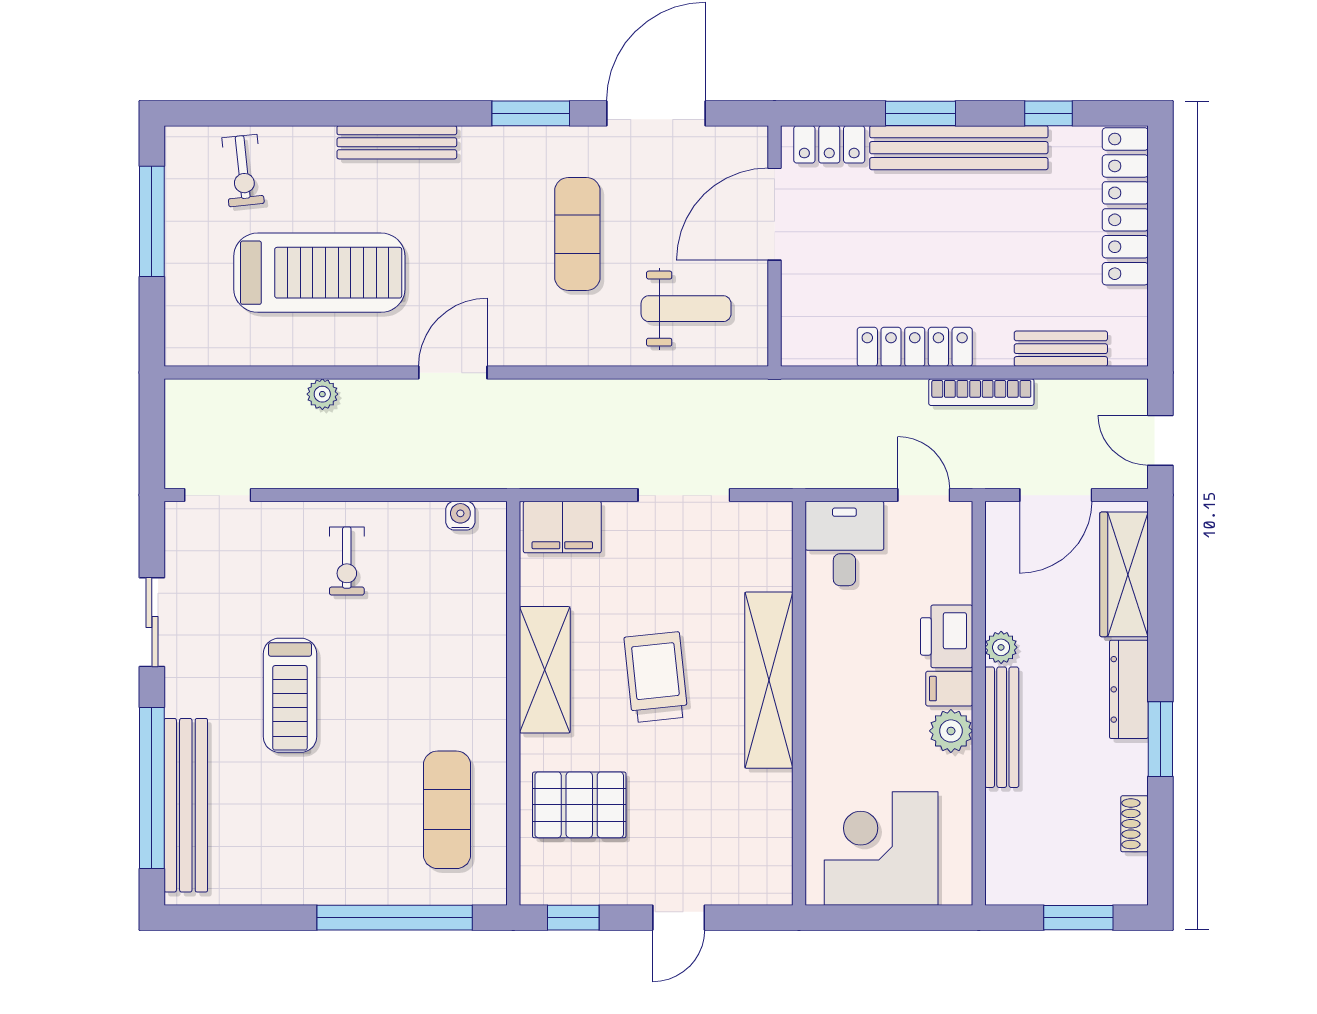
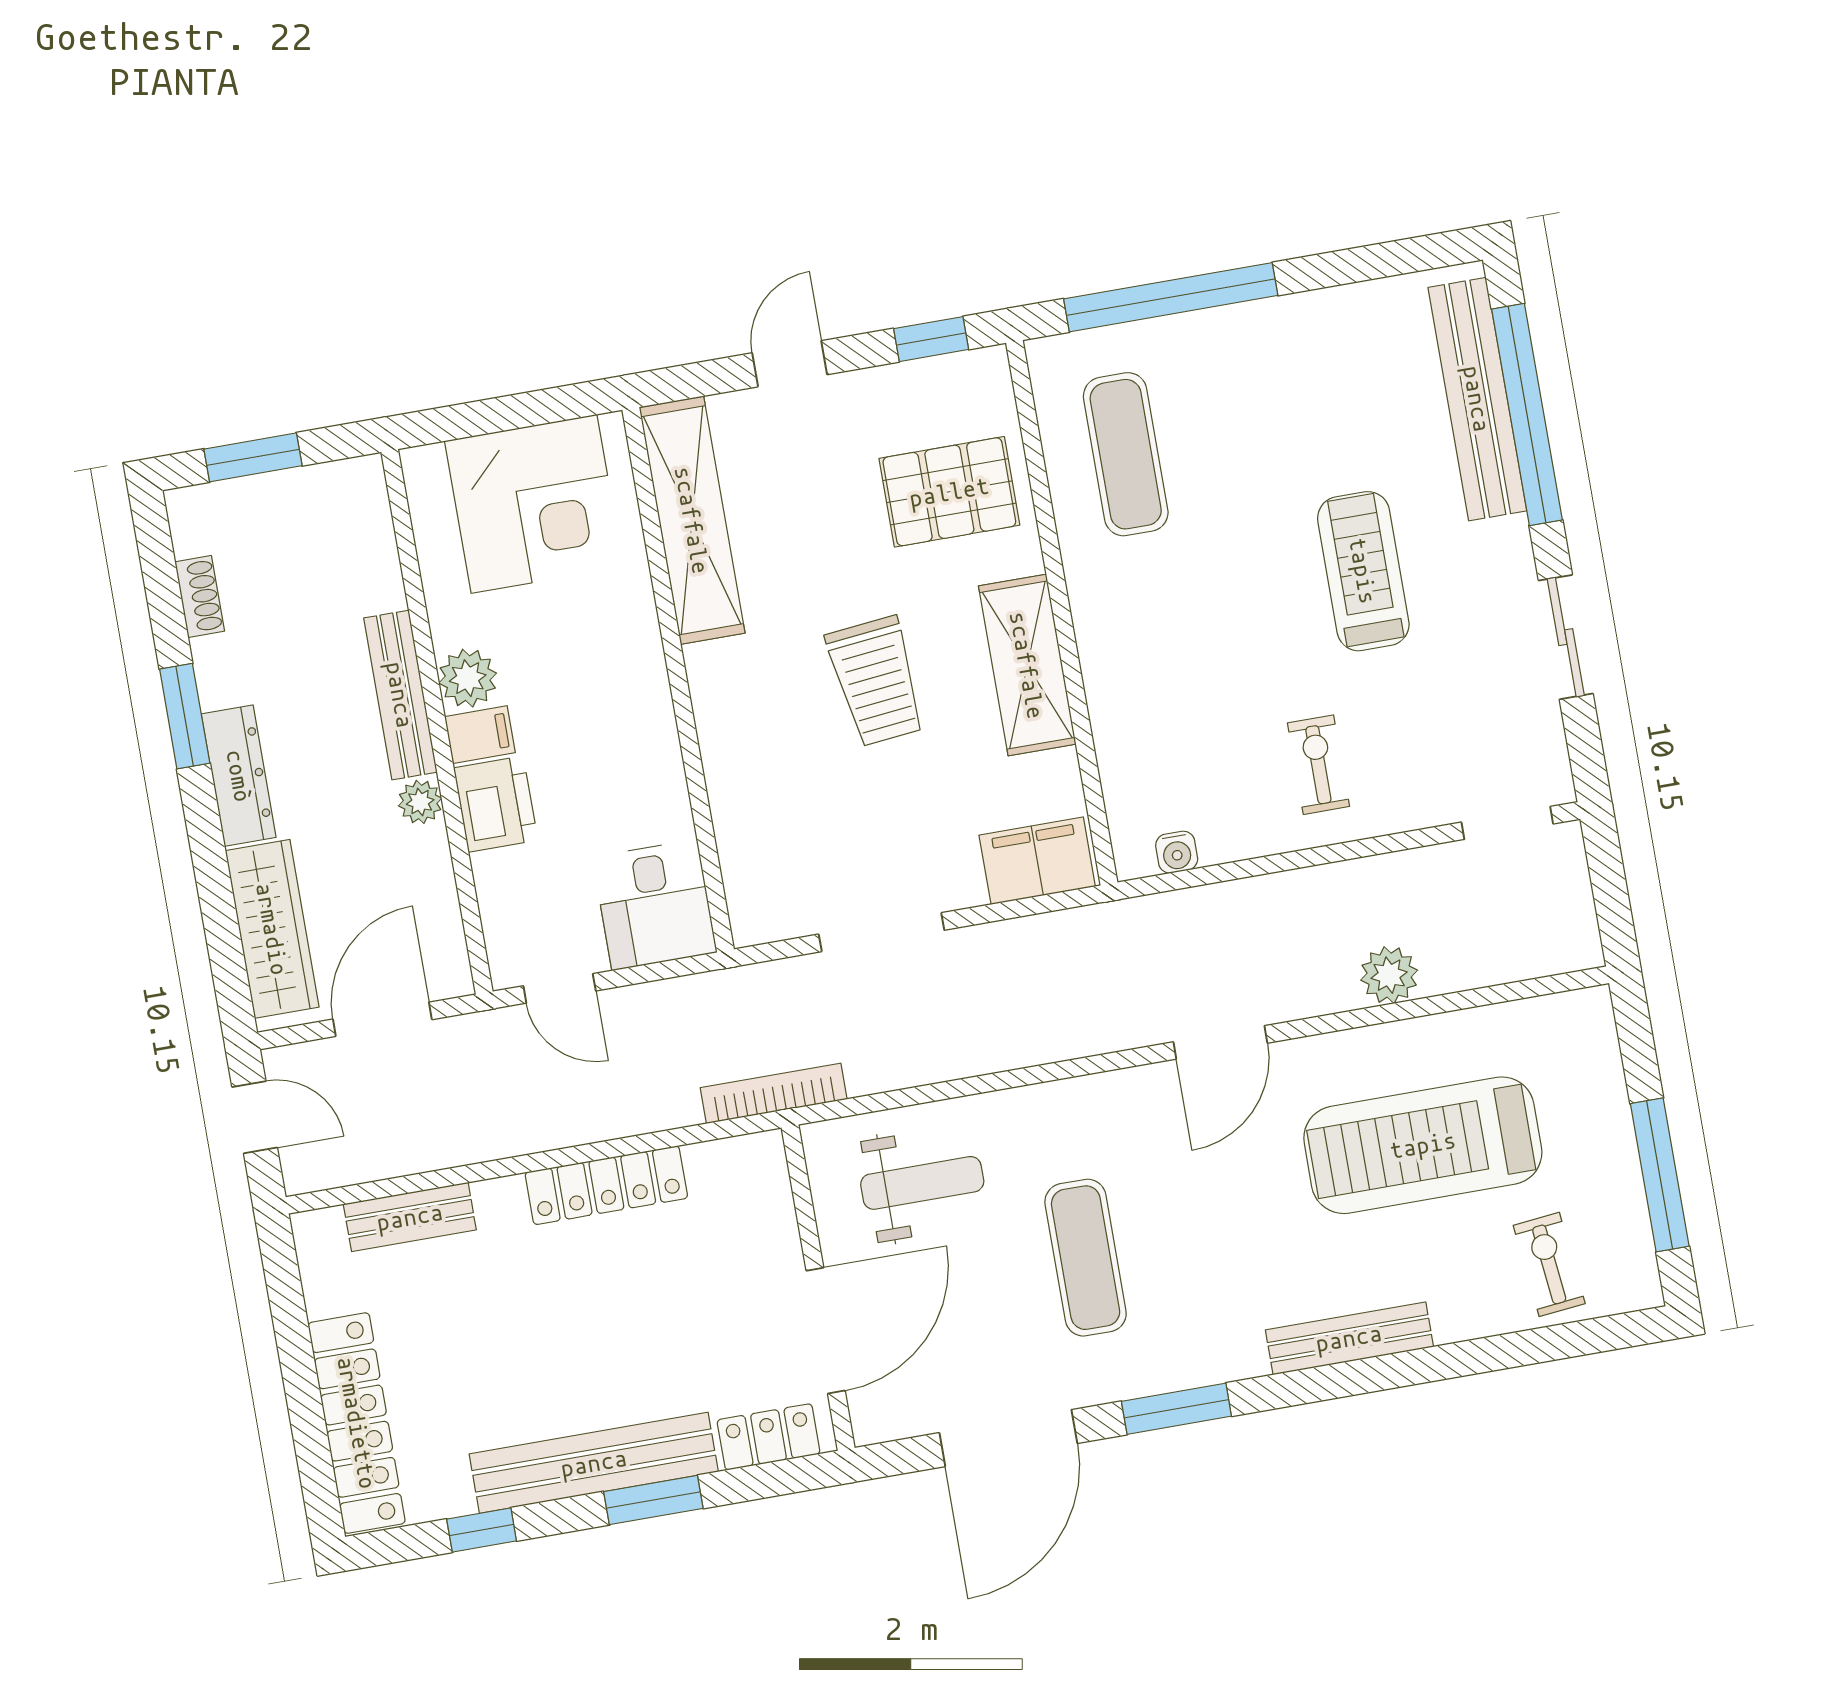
weight bench: (686, 309) -> (922, 1183), turned 180
bookcase: (981, 392) -> (774, 1093), moved
plant: (322, 394) -> (1389, 975), width x1.38, depth x1.38
shelving: (769, 680) -> (692, 520), moved

